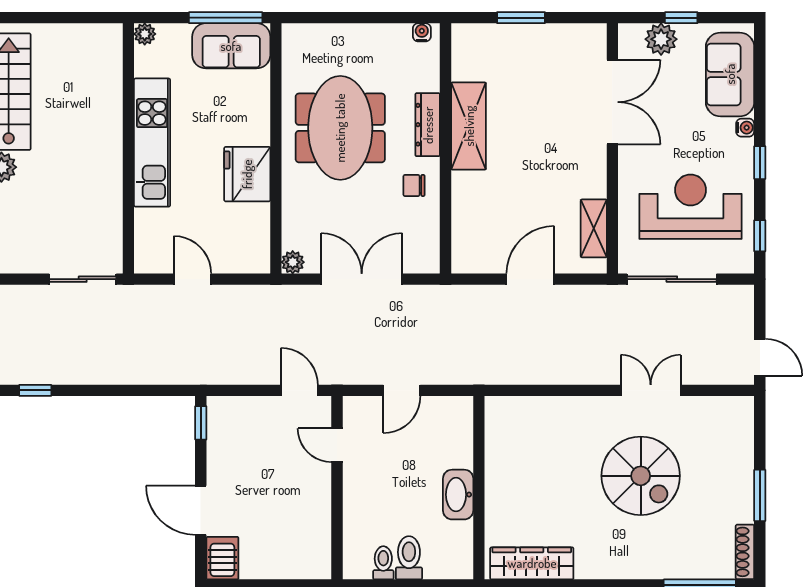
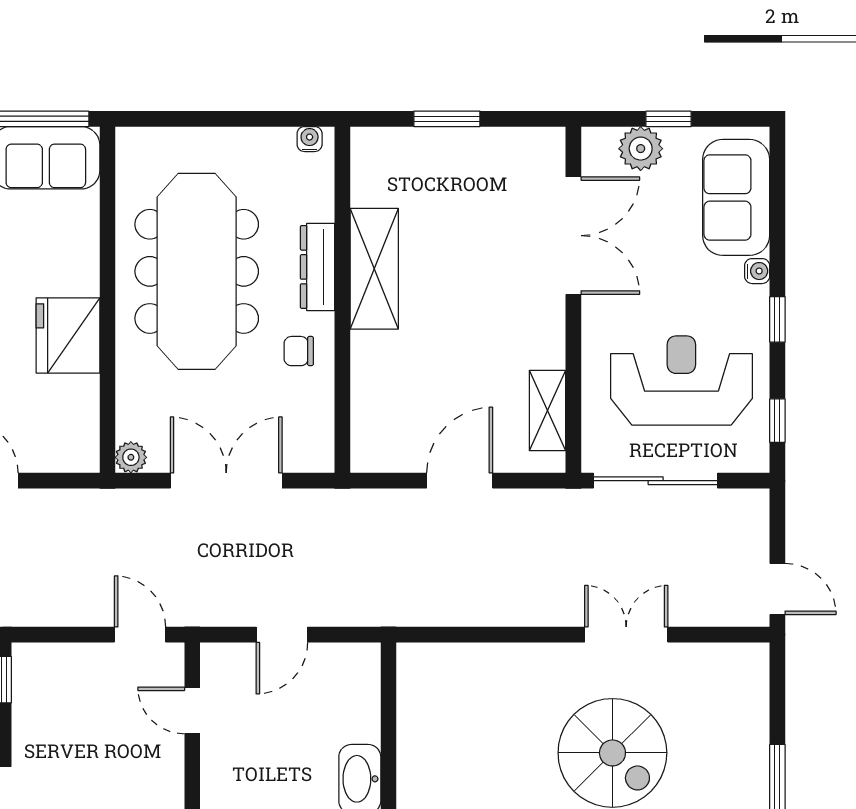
meeting table: (340, 128) -> (197, 271), width x1.36

